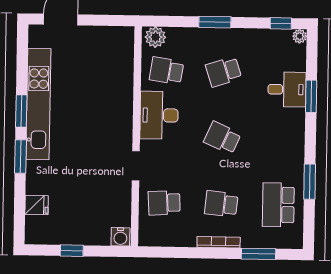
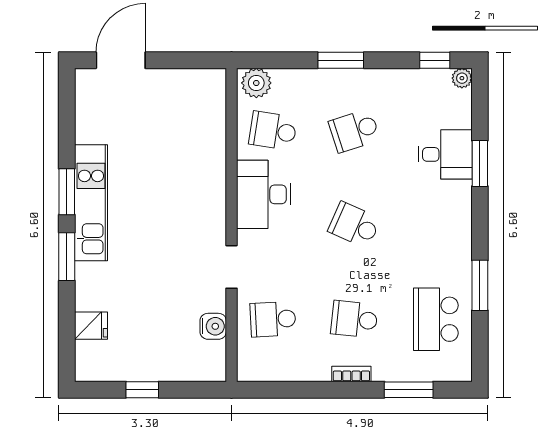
kitchen unit: (38, 104) -> (91, 203), width x0.73
water cooler: (120, 237) -> (213, 326), moved, turned -90
bookcase: (219, 242) -> (351, 374), width x0.64

